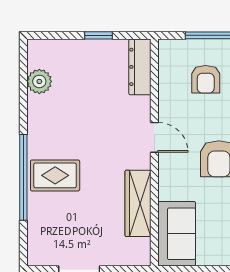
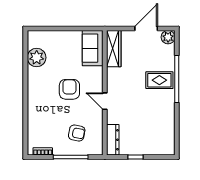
armchair: (206, 79) -> (77, 133), turned 101
plant: (39, 81) -> (168, 37), moved
wardrobe: (138, 203) -> (114, 49), moved

